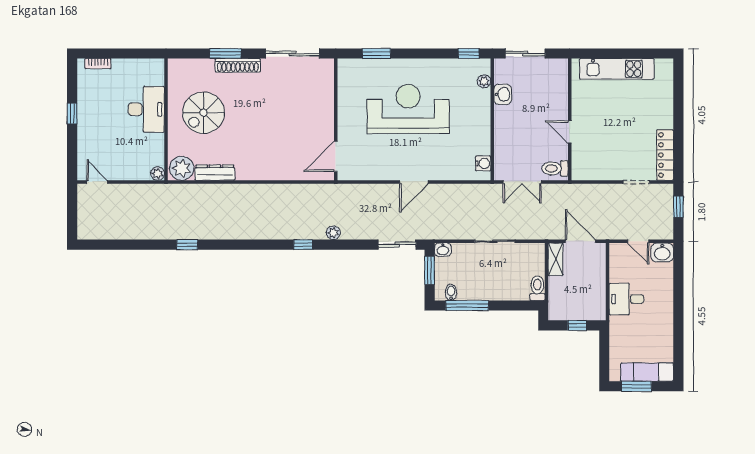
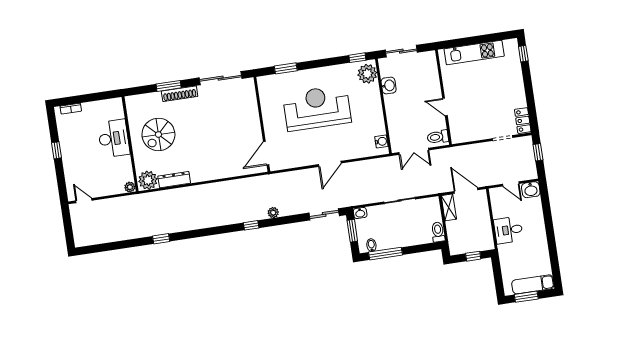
window: (678, 80) -> (523, 54), added
plant: (484, 81) -> (367, 74), width x1.88, depth x1.88
locker: (665, 155) -> (523, 121), width x0.66

